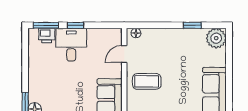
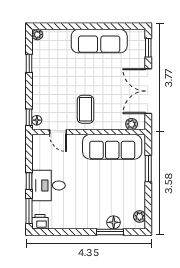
window: (139, 25) -> (29, 117), added
printer: (47, 36) -> (40, 222), moved, turned -90
plant: (216, 38) -> (37, 35), width x0.53, depth x0.53

